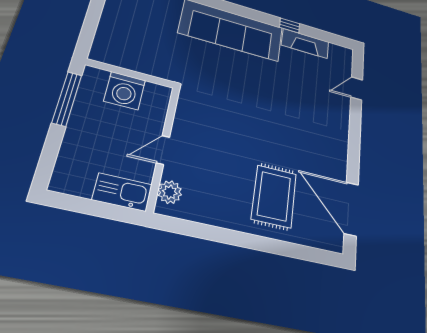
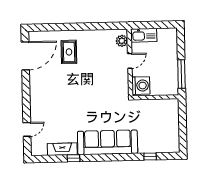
washing machine: (125, 91) -> (141, 86), moved, turned 90
rug: (274, 196) -> (69, 52), width x0.73, depth x0.70
door: (351, 209) -> (25, 56), hinge flipped

